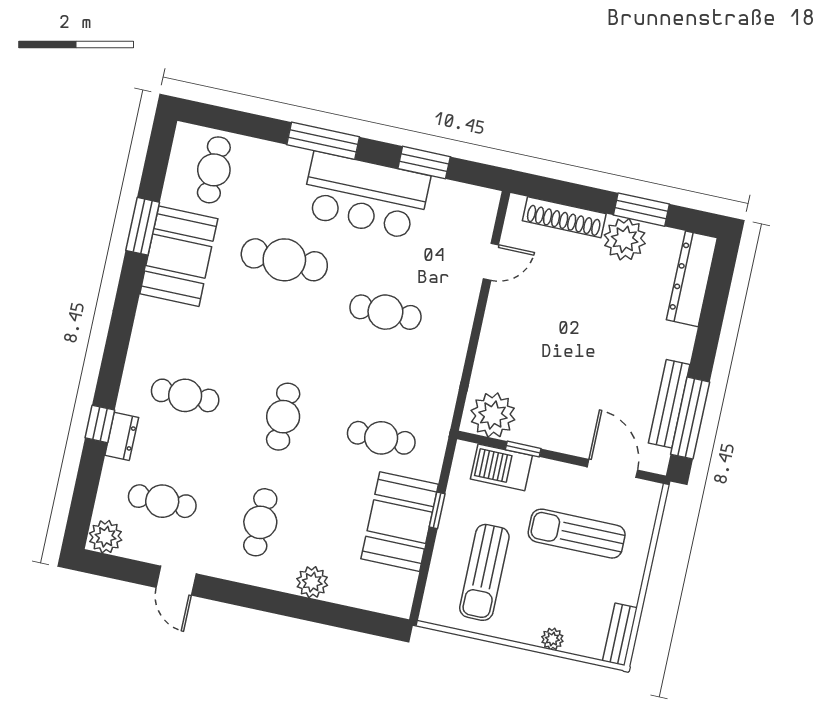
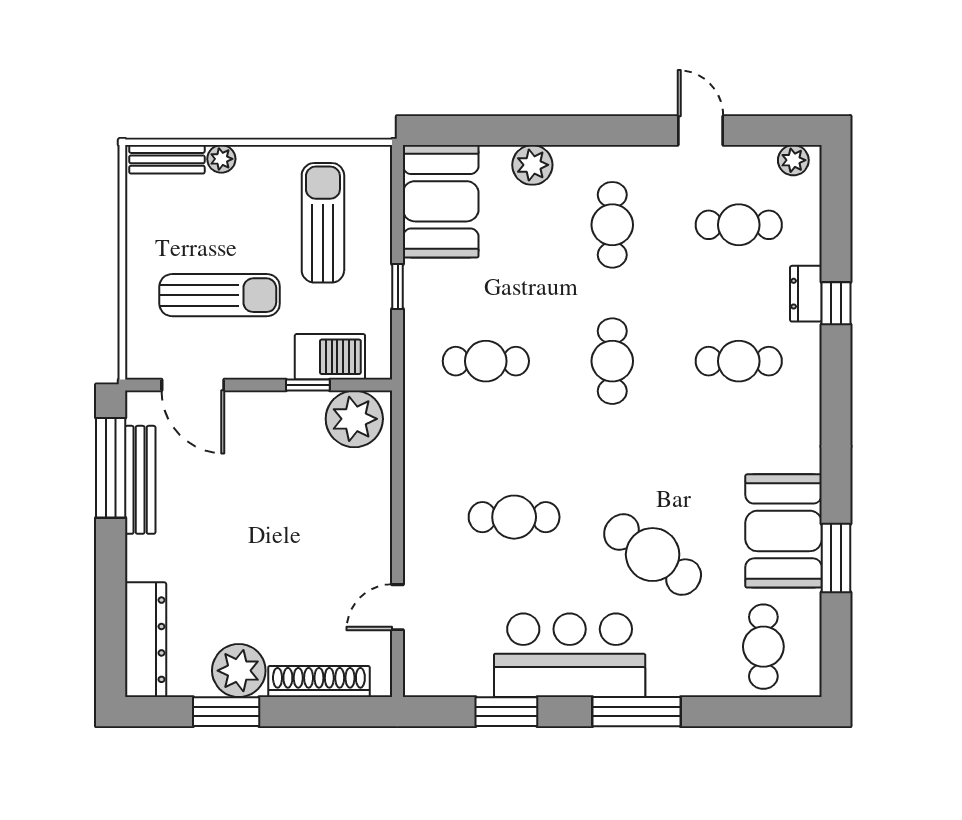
cafe table: (284, 260) -> (653, 555), turned 36
booth: (400, 522) -> (441, 201), moved
plant: (106, 537) -> (793, 160), width x0.73, depth x0.73
bench: (620, 634) -> (167, 159), moved, turned 90

